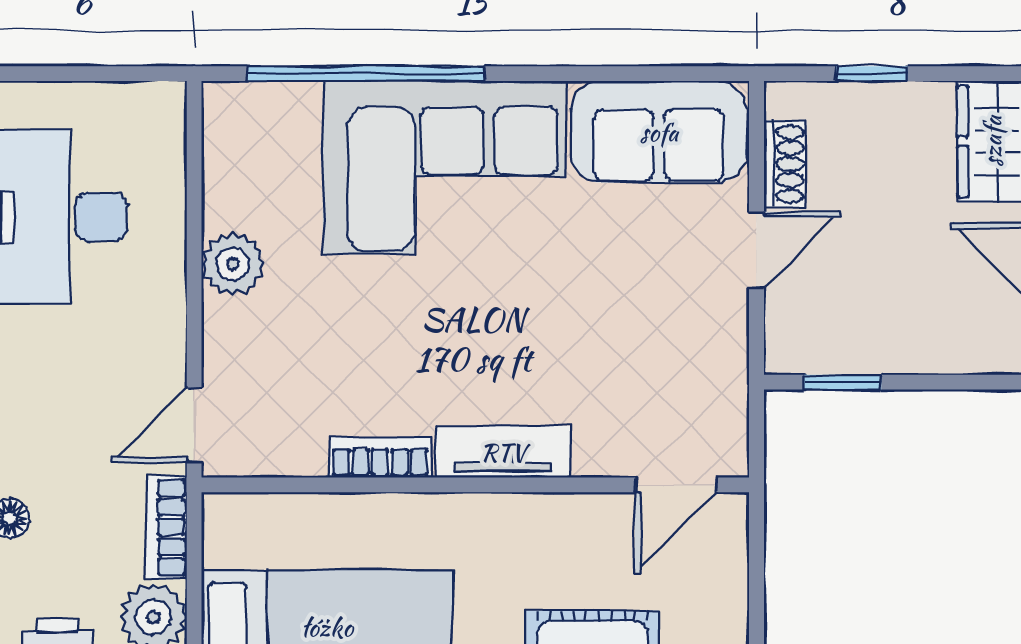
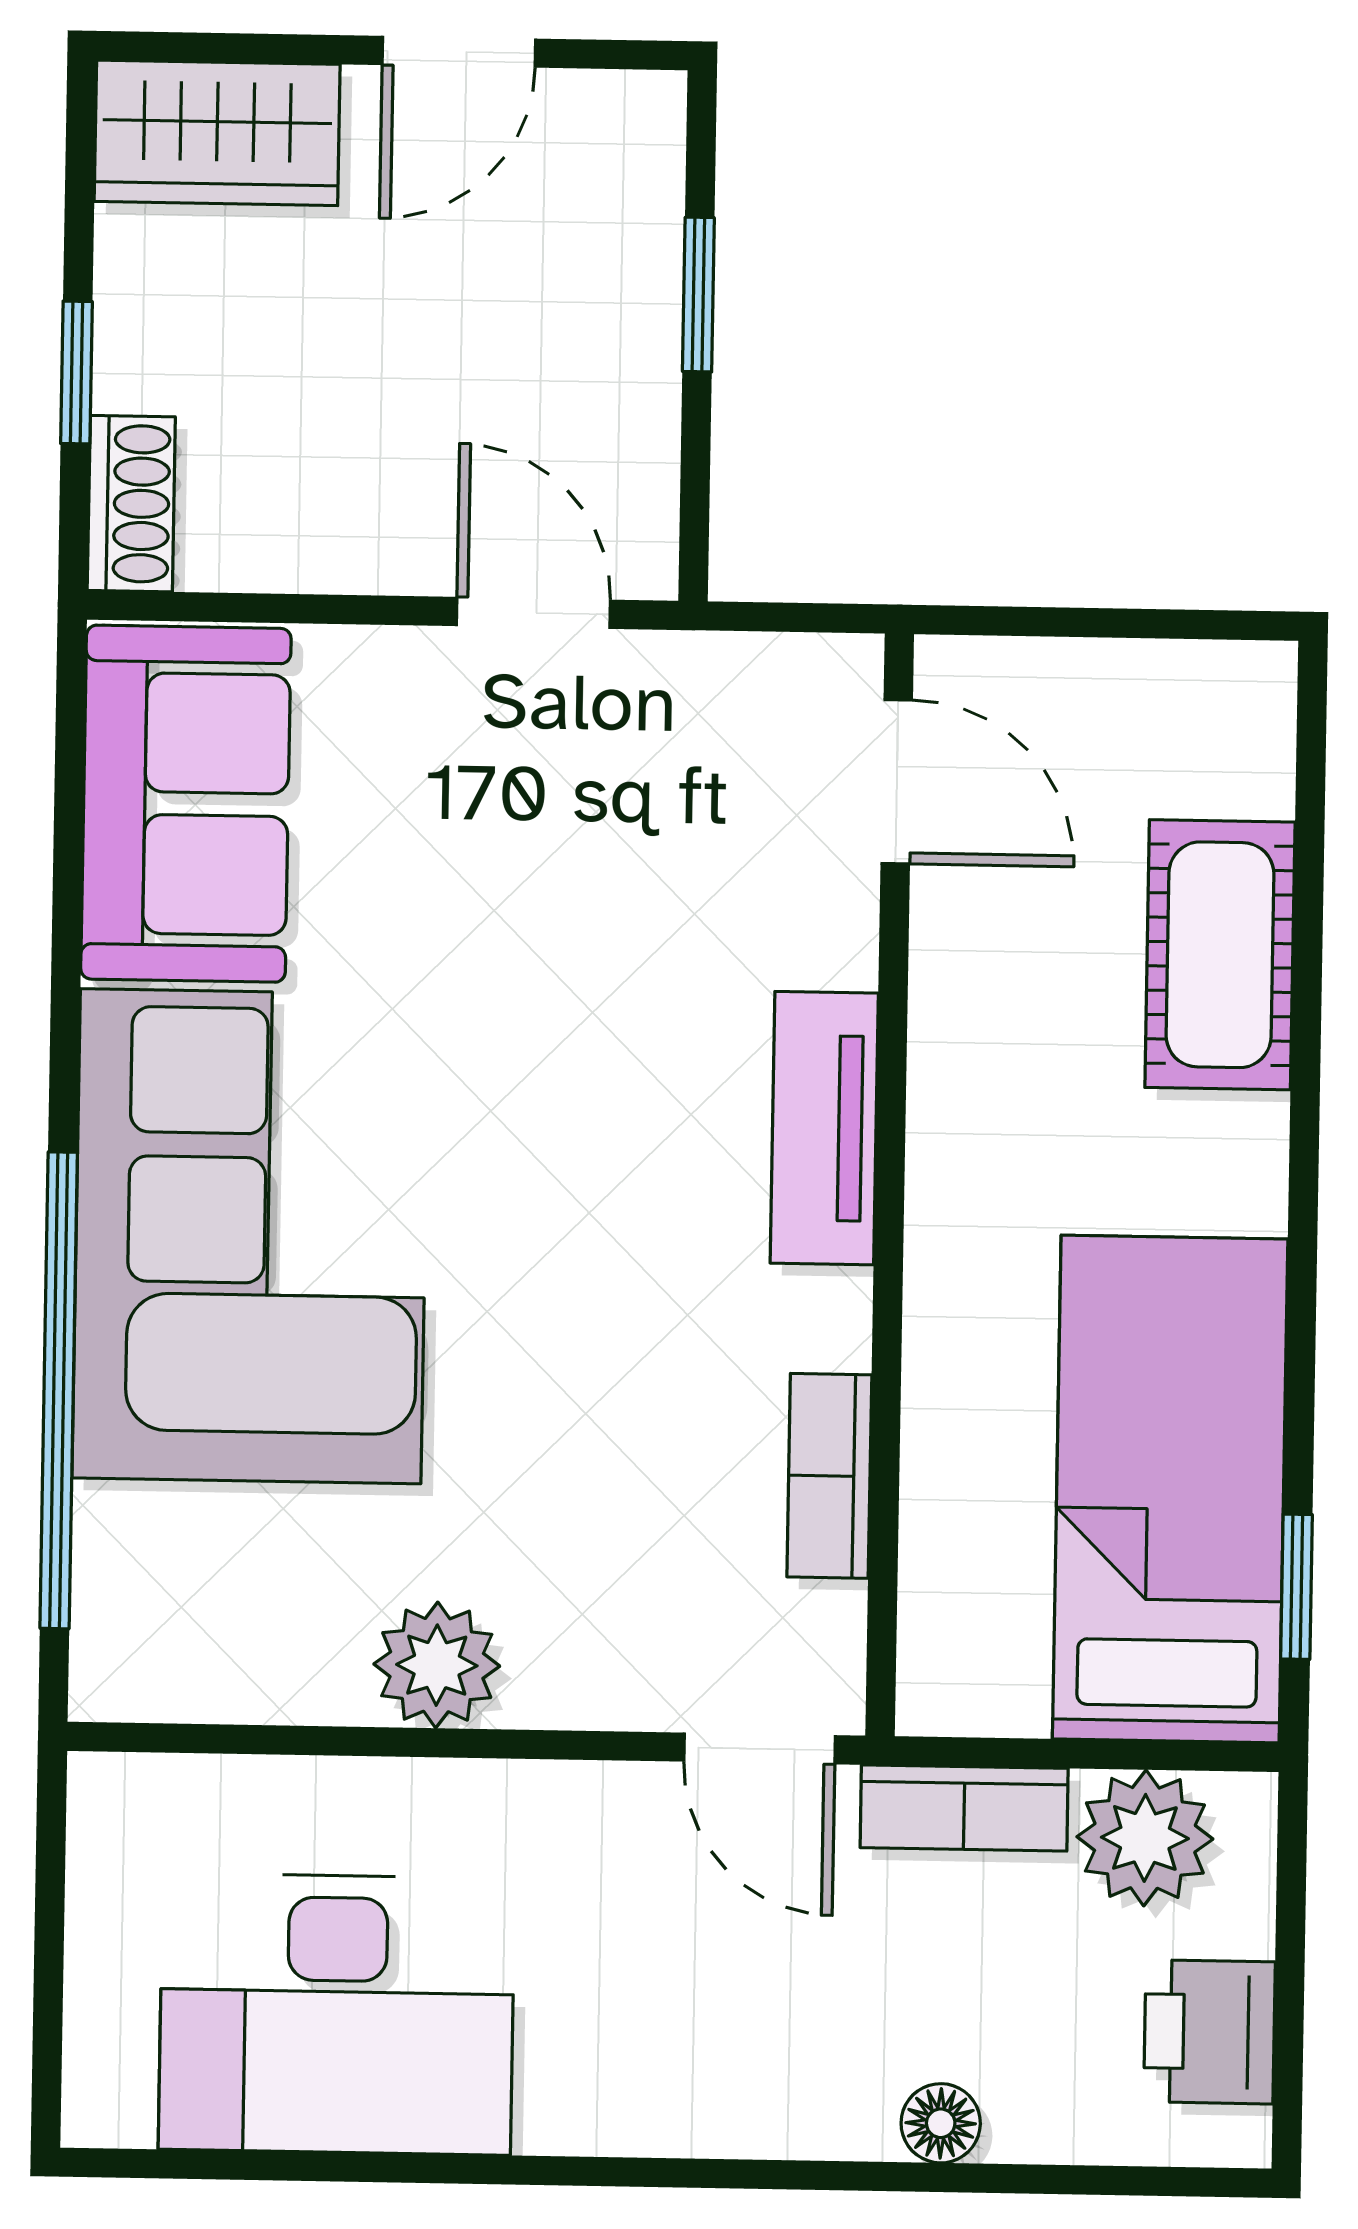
shoe rack: (785, 164) -> (131, 504), moved, turned 90
door: (756, 250) -> (533, 613), moved
window: (843, 382) -> (698, 295), moved
bookcase: (380, 457) -> (829, 1476), moved

